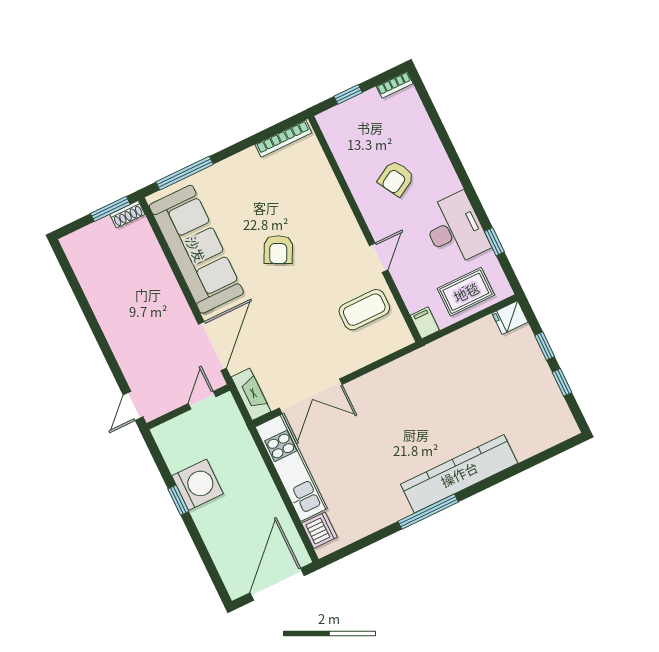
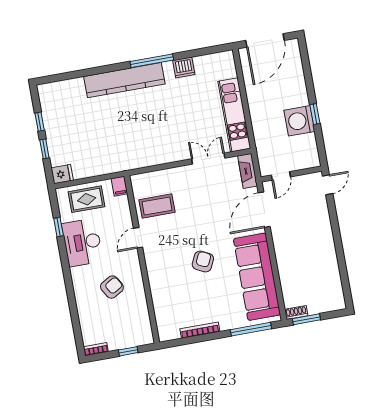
bookcase: (283, 139) -> (200, 330), moved
double door: (311, 396) -> (208, 159), width x0.73
dishwasher: (319, 530) -> (184, 67), moved, turned -90

